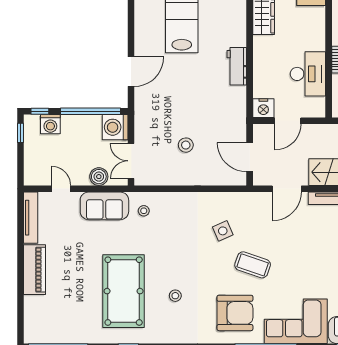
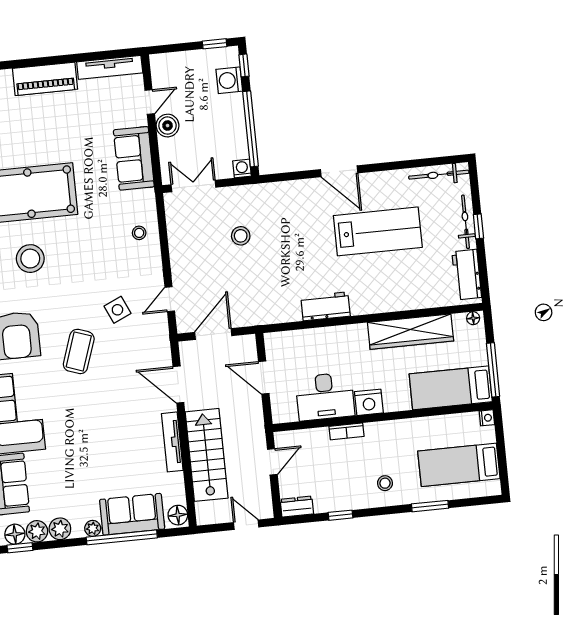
door: (131, 72) -> (339, 171), moved
nightstand: (263, 108) -> (369, 402), moved, turned -90
washing machine: (115, 127) -> (242, 169), width x0.53, depth x0.53
stool: (186, 145) -> (241, 236), moved
boiler: (99, 177) -> (168, 126), moved
door: (219, 189) -> (170, 299), added
stool: (144, 211) -> (139, 233), moved
stool: (175, 296) -> (30, 259), width x1.89, depth x1.89

